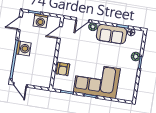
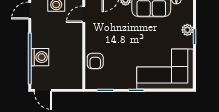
washing machine: (24, 48) -> (40, 57), moved
corner sofa: (97, 80) -> (165, 69), moved

